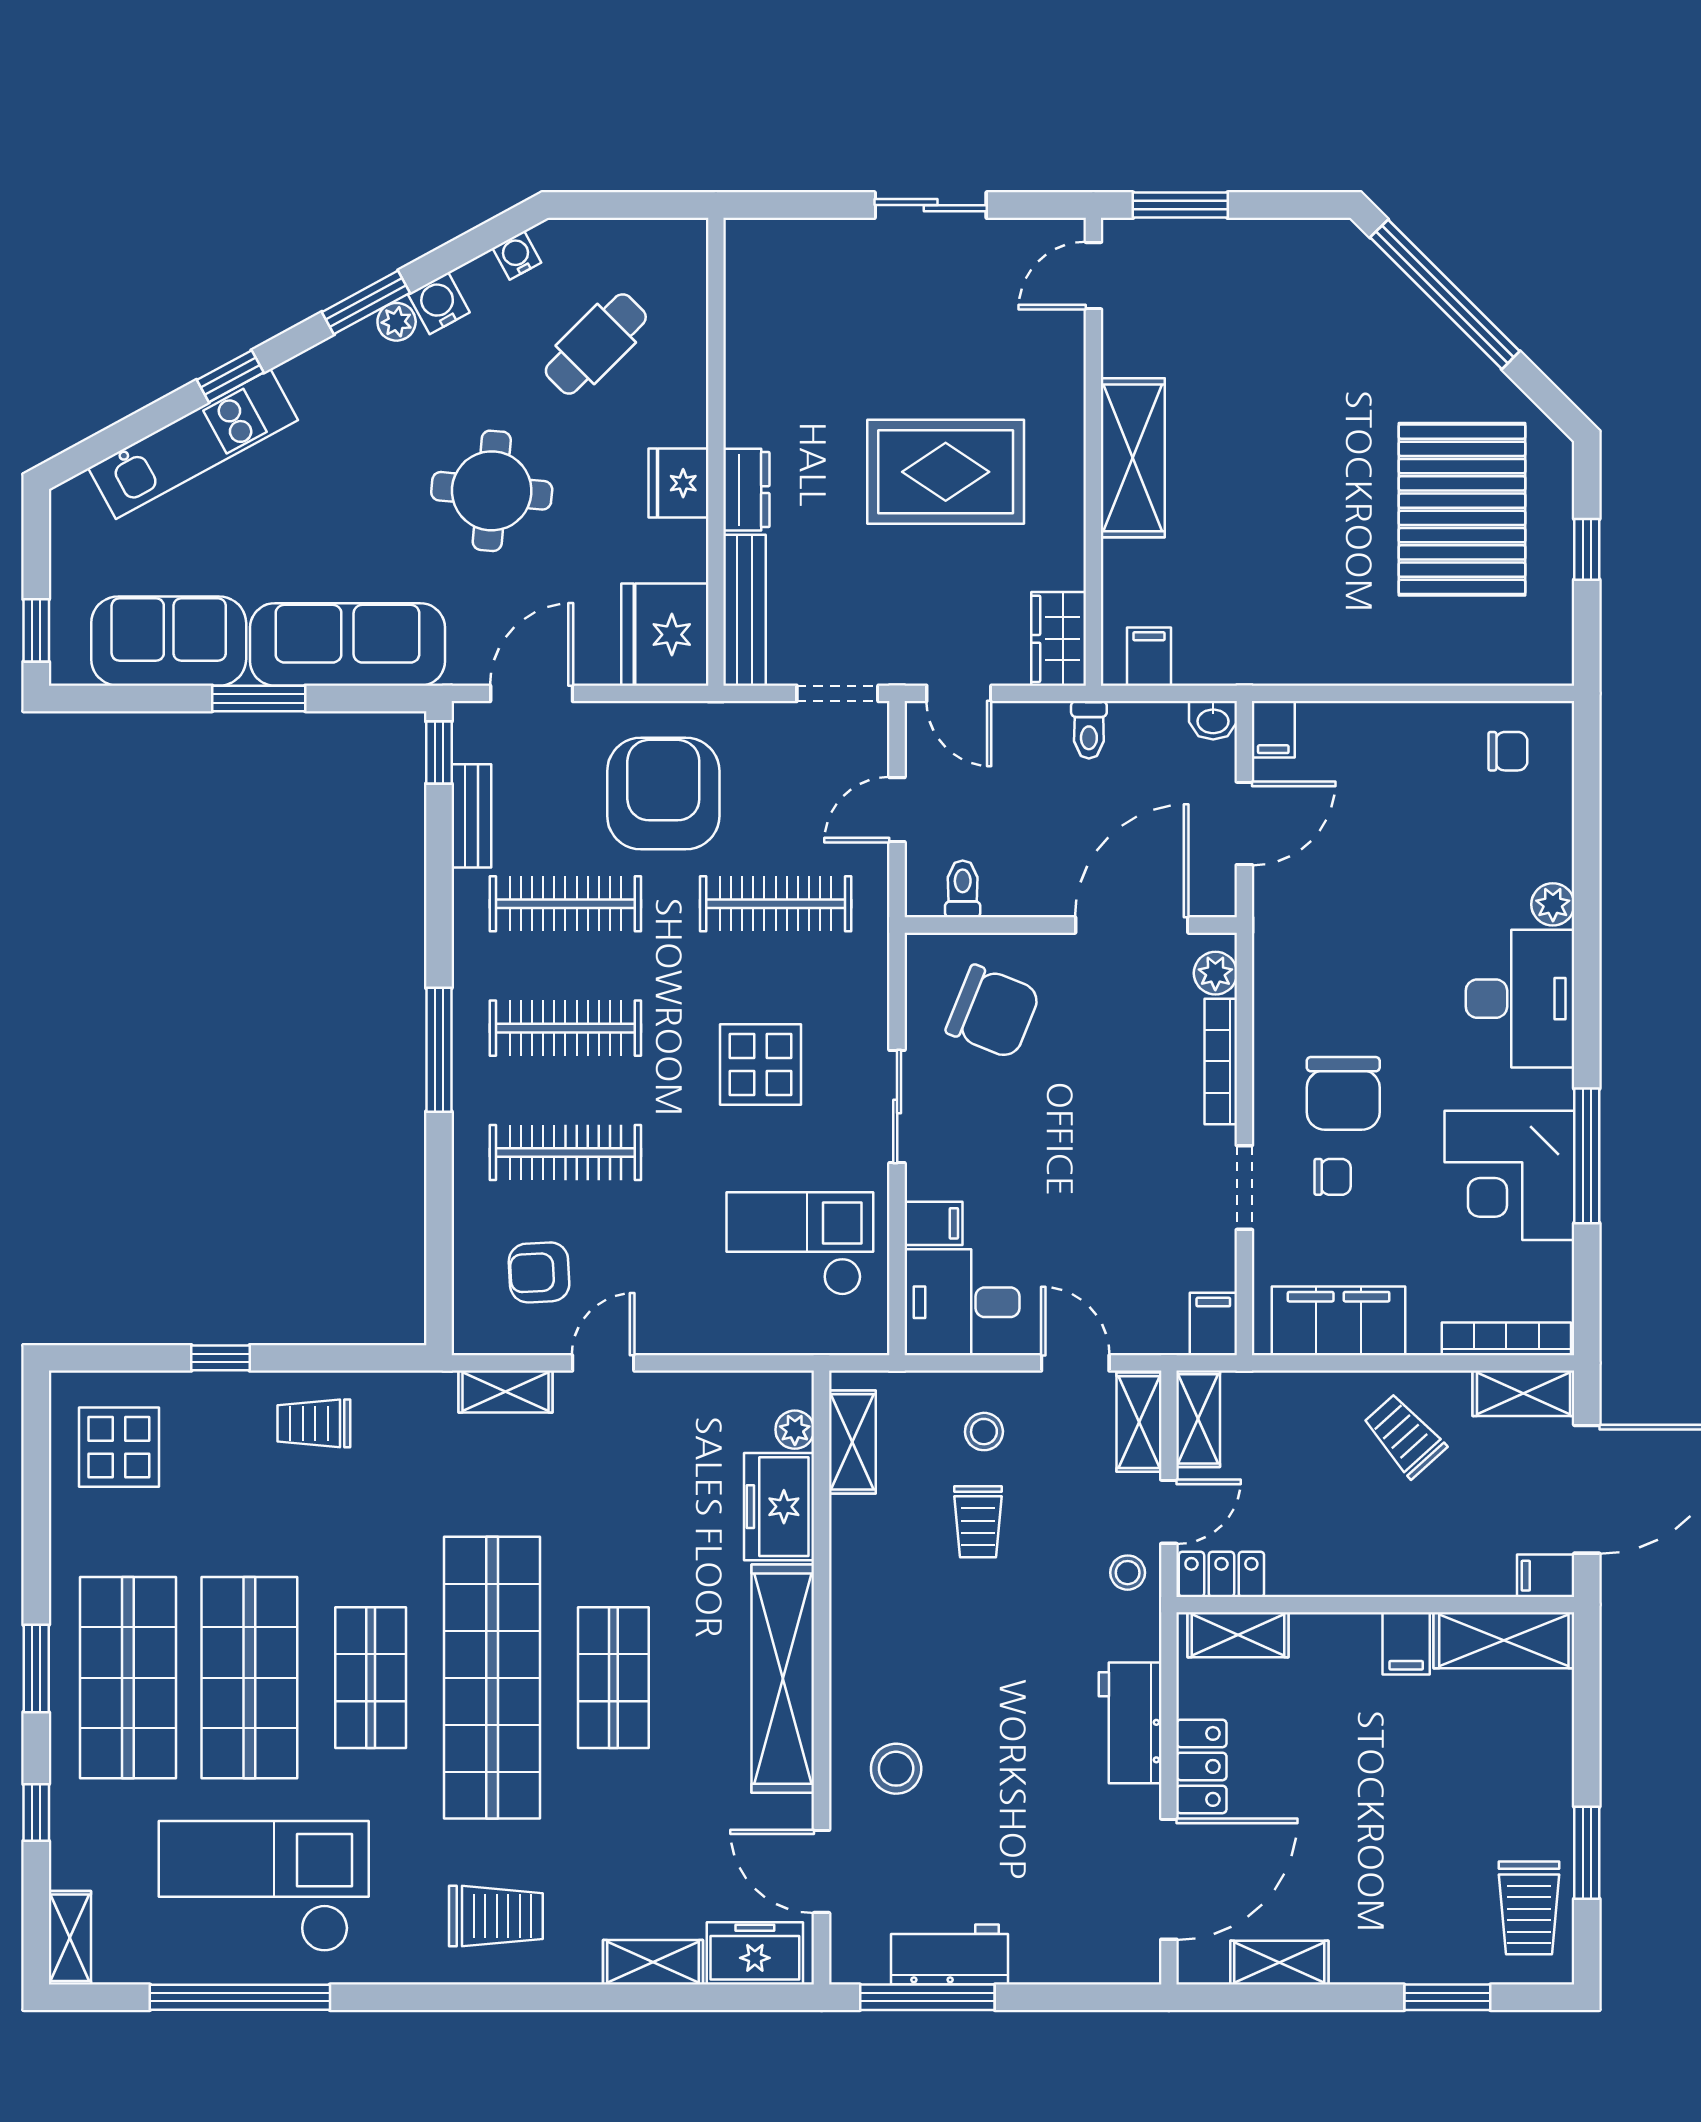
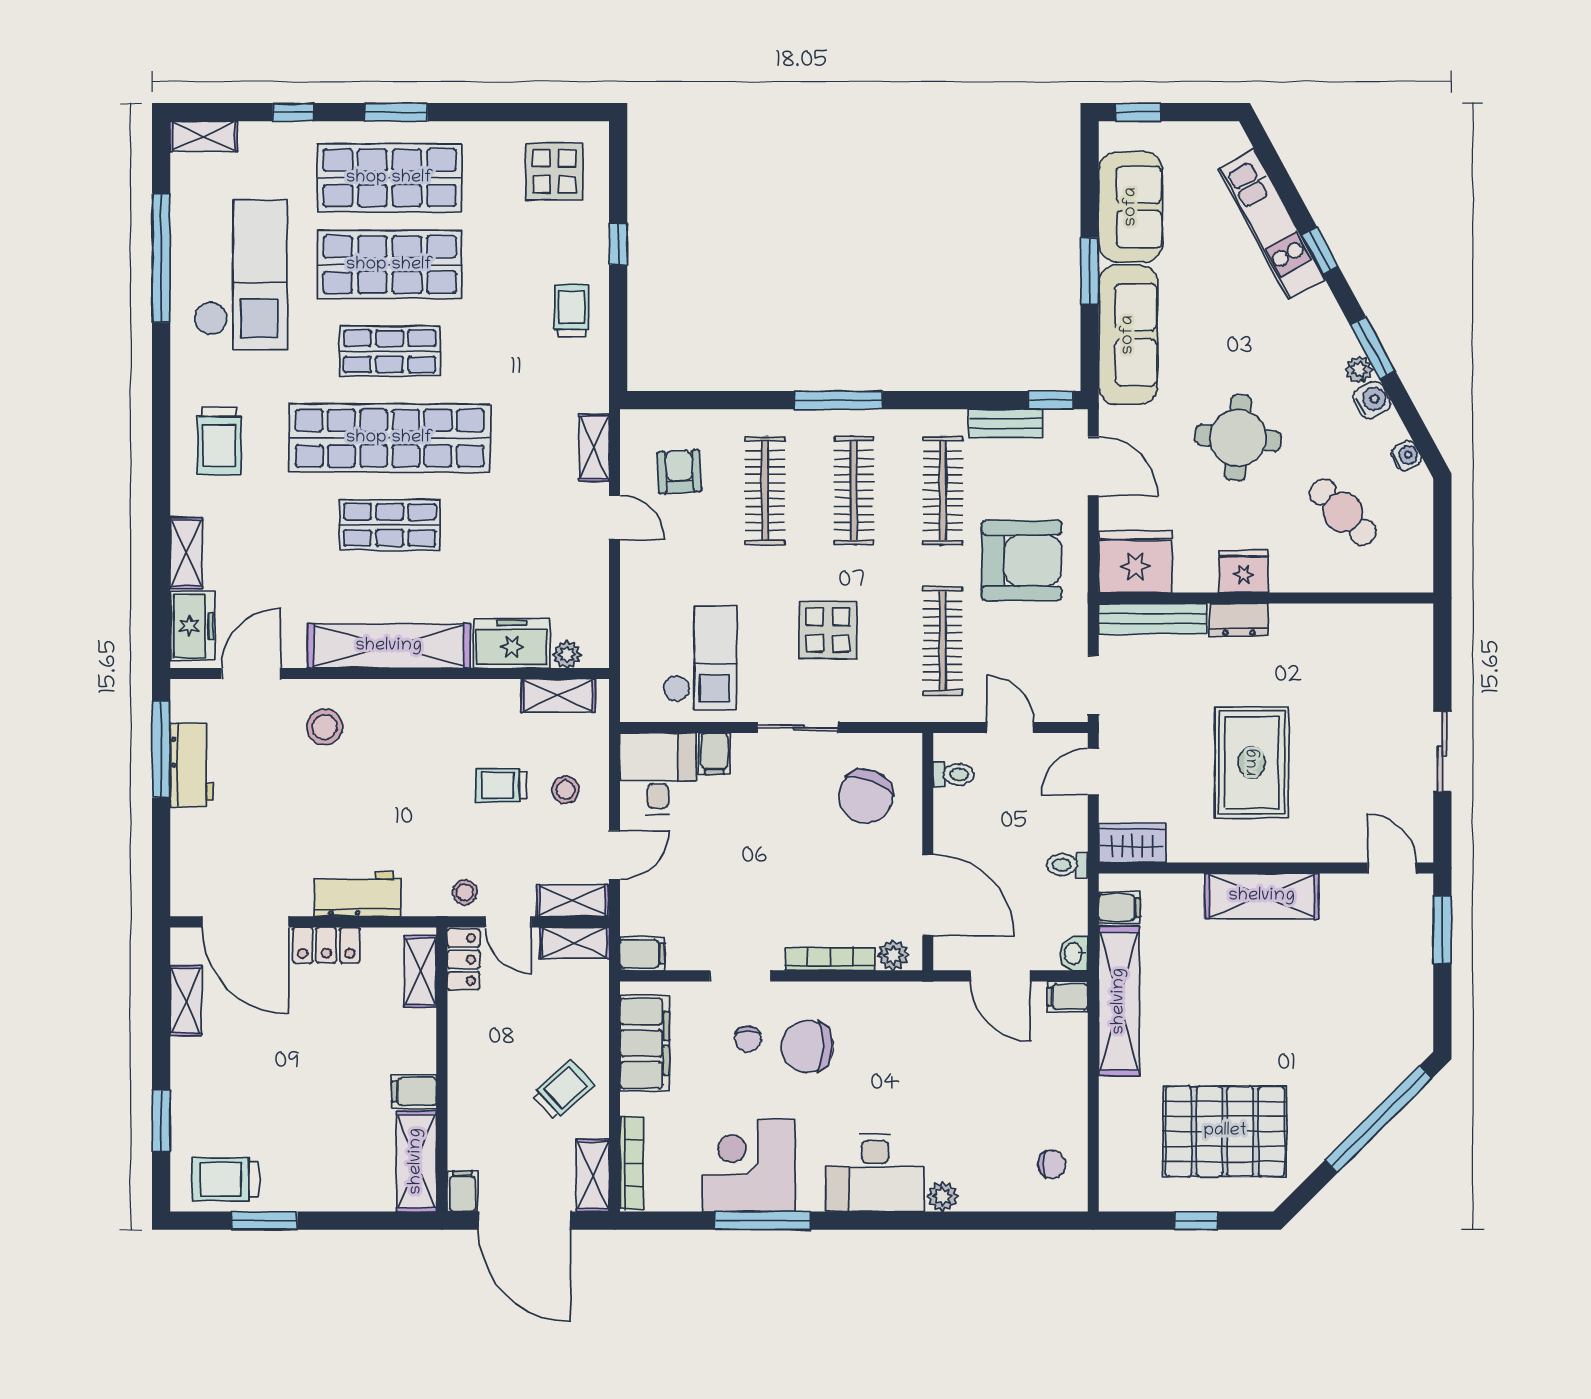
shelving: (1280, 657) -> (1119, 1001), added
chair: (1508, 751) -> (1052, 1164), turned -90

